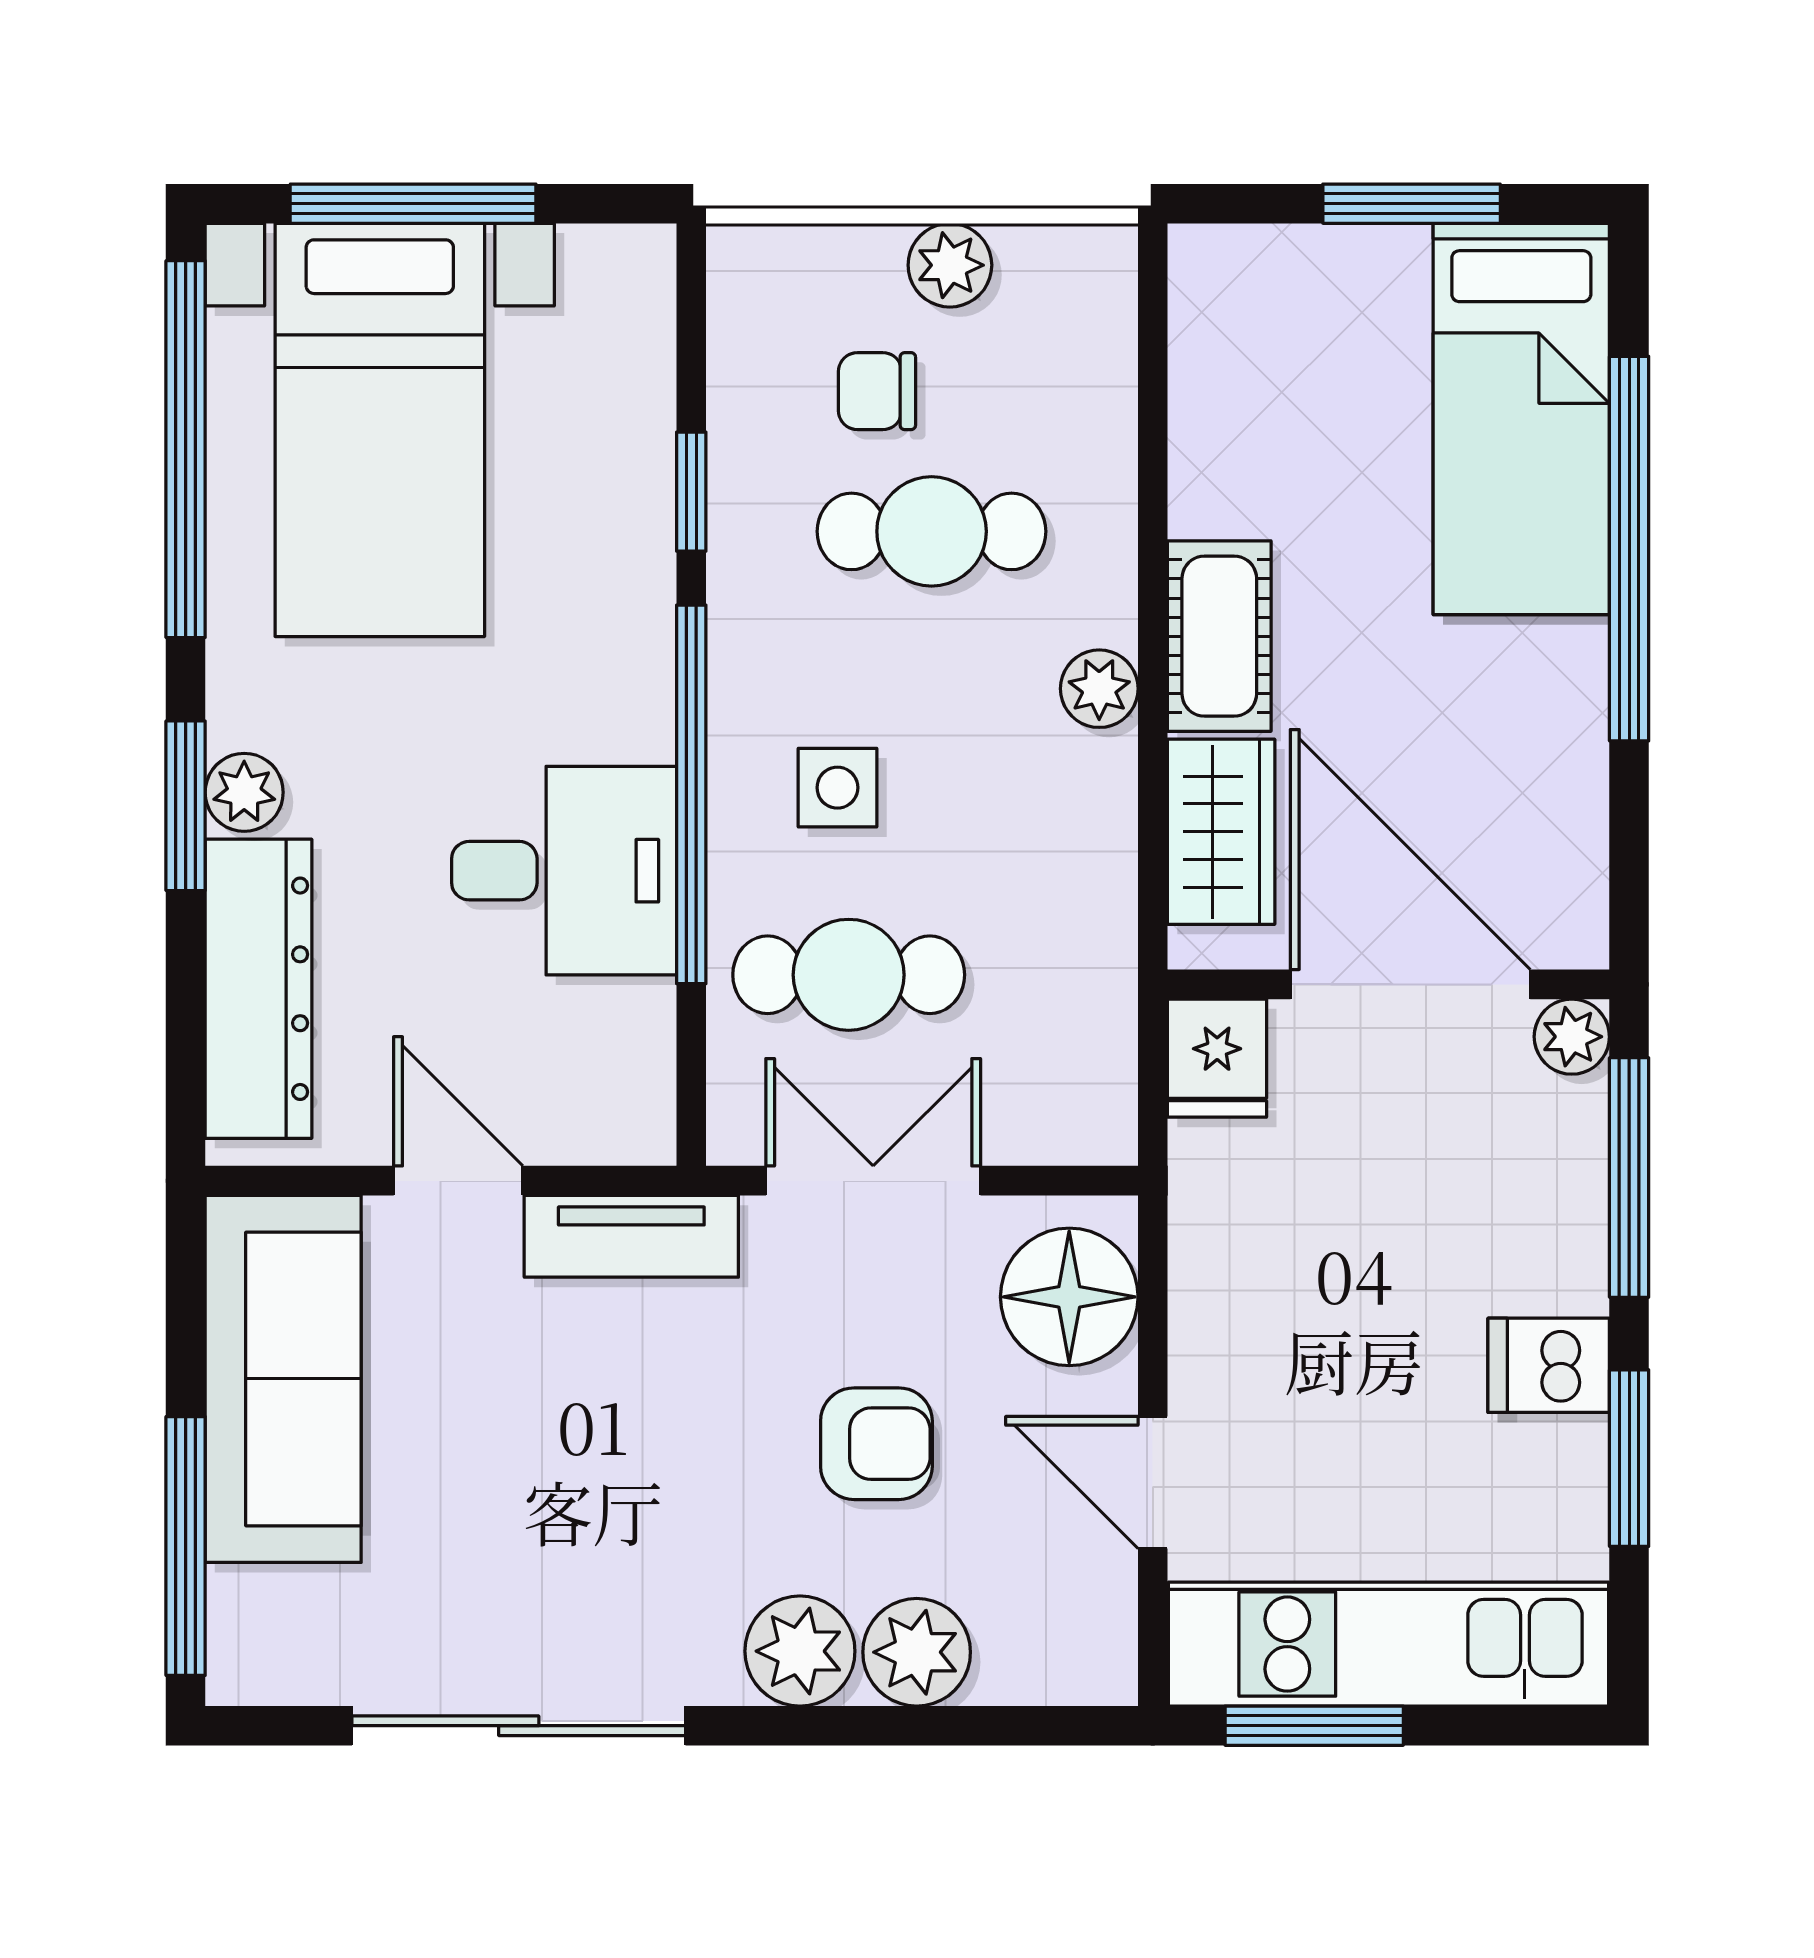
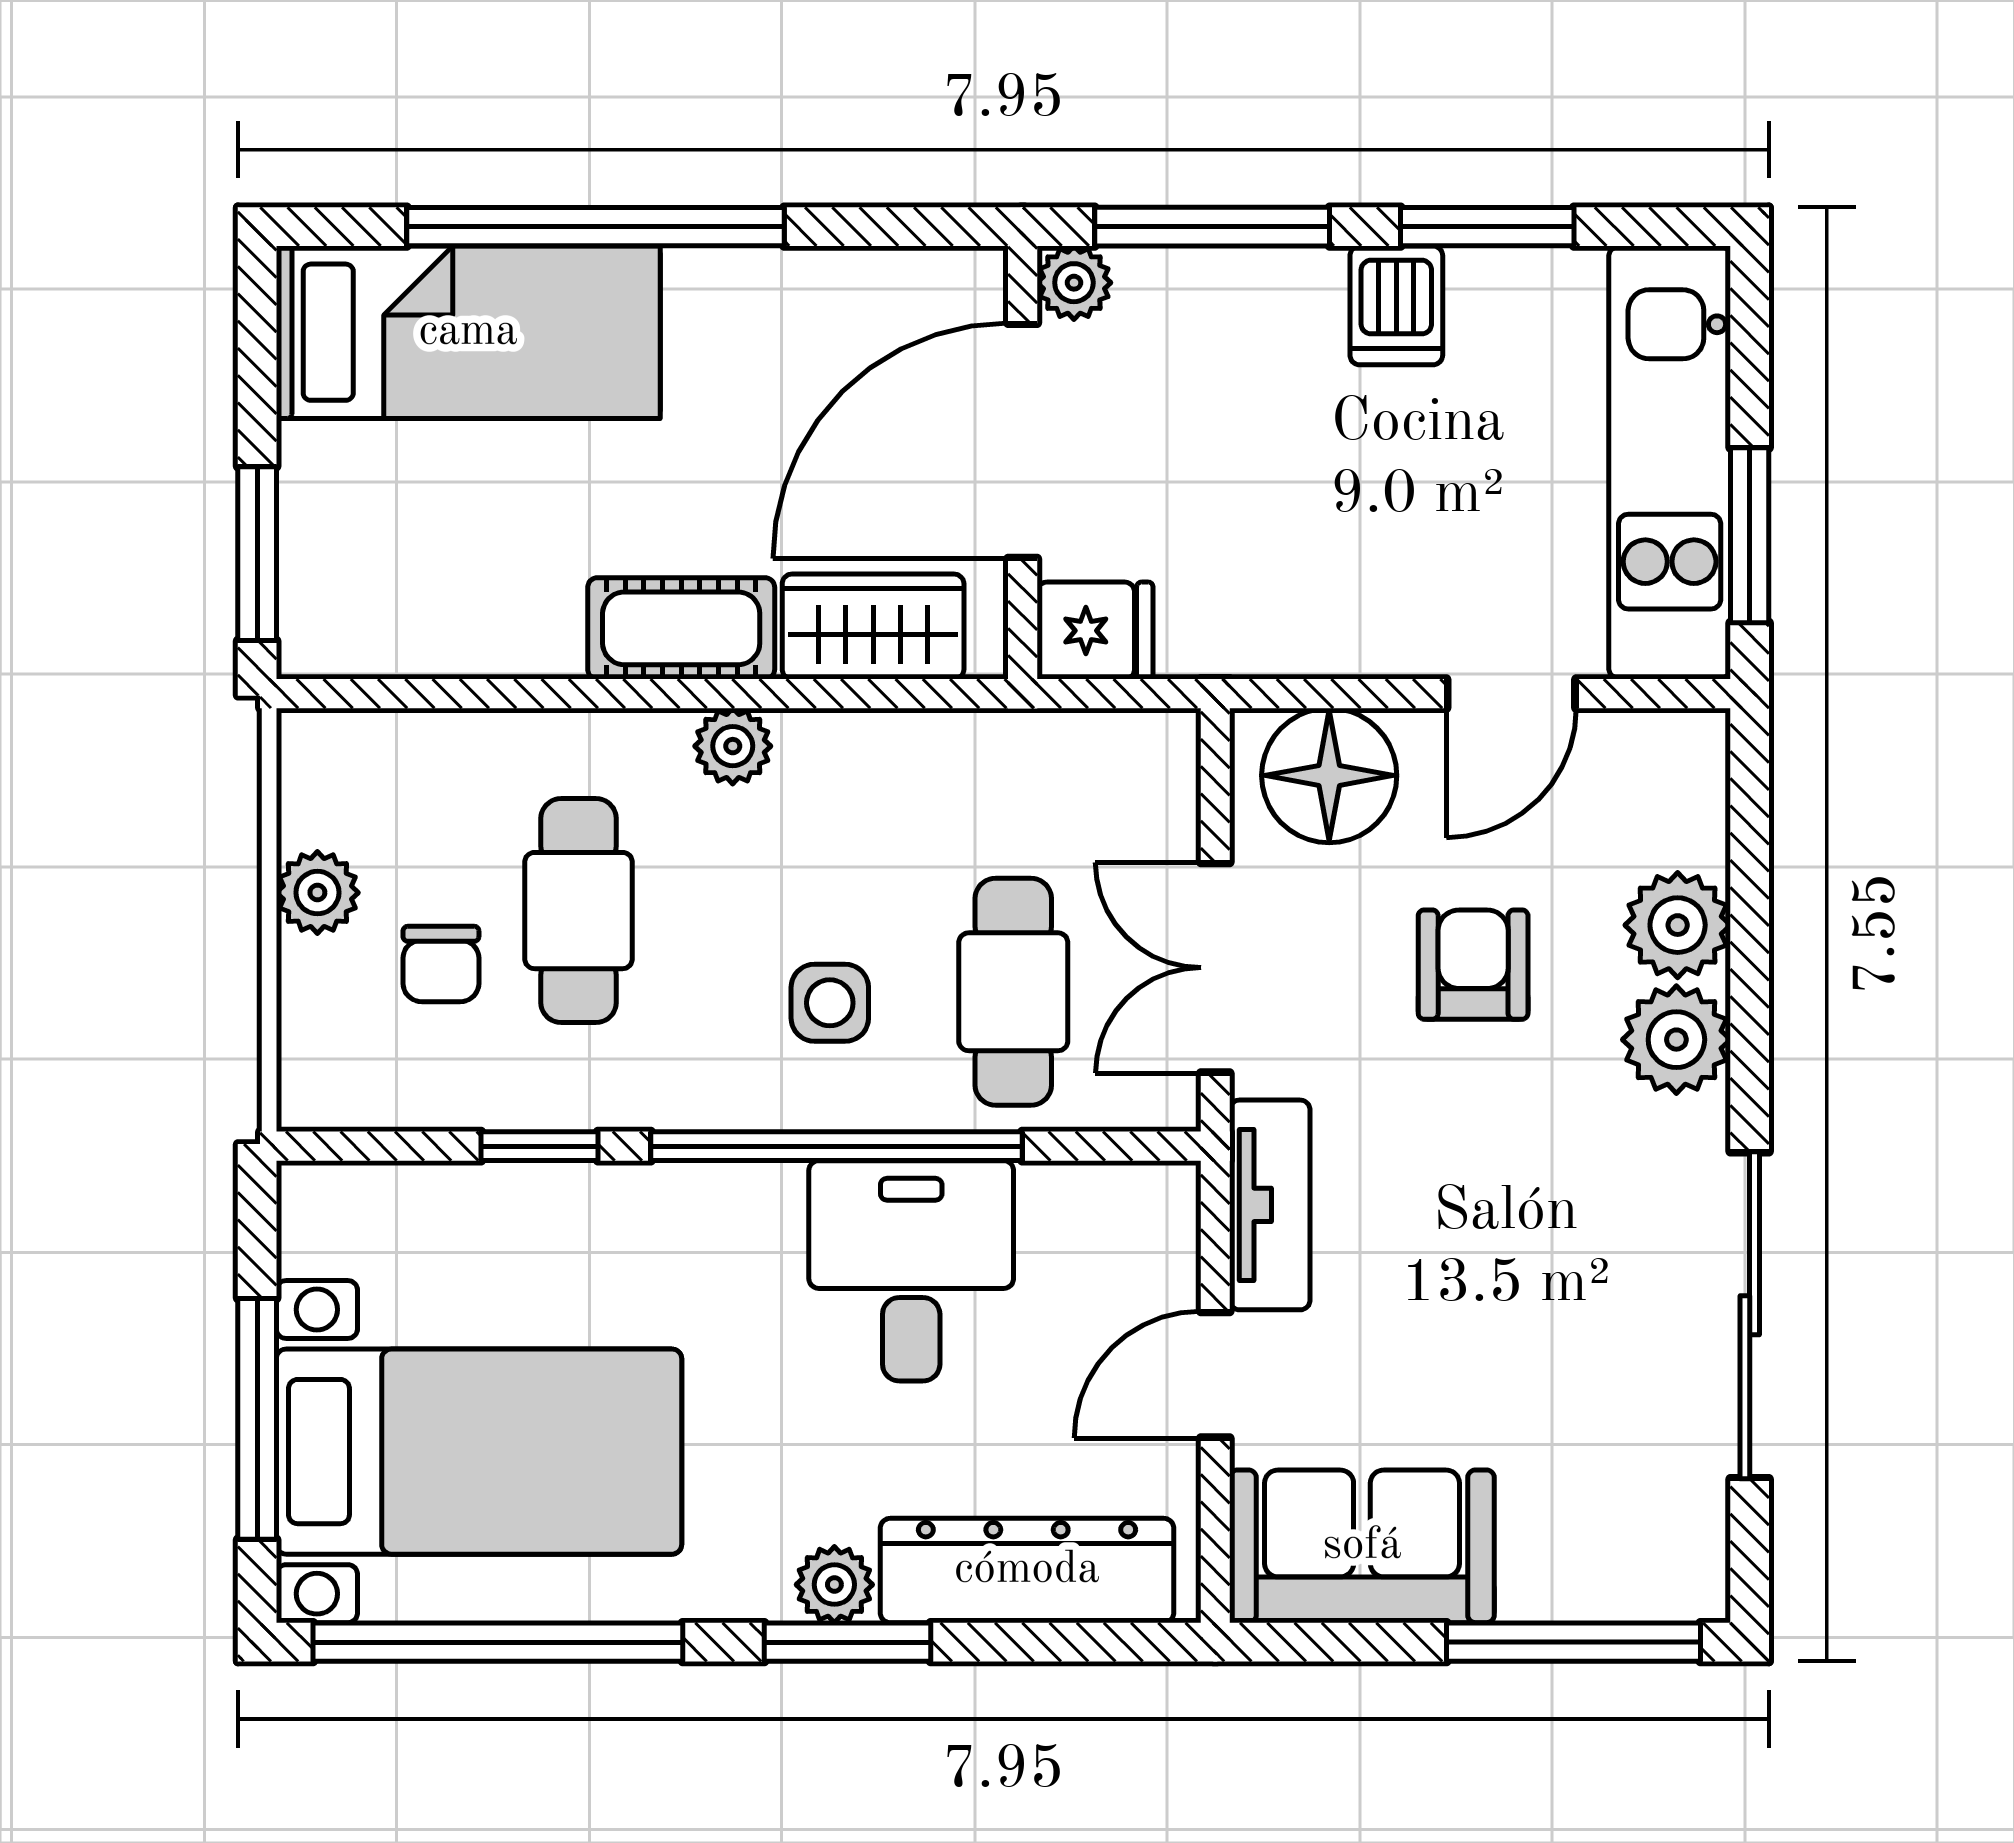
window: (1412, 204) -> (257, 554), moved
sofa: (283, 1379) -> (1362, 1546), width x0.73

